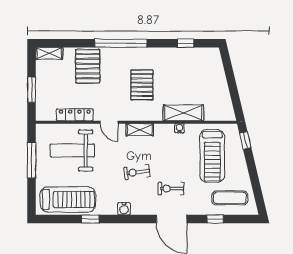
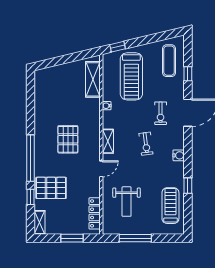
window: (186, 43) -> (30, 197), moved
pallet: (142, 85) -> (68, 139), turned 90
shelving: (183, 113) -> (93, 79), moved
locker: (75, 115) -> (95, 213), moved
weight bench: (72, 151) -> (127, 202), width x0.73, depth x0.75
treadmill: (212, 156) -> (131, 76), turned 90
treadmill: (68, 200) -> (170, 206), width x0.73, depth x0.73

